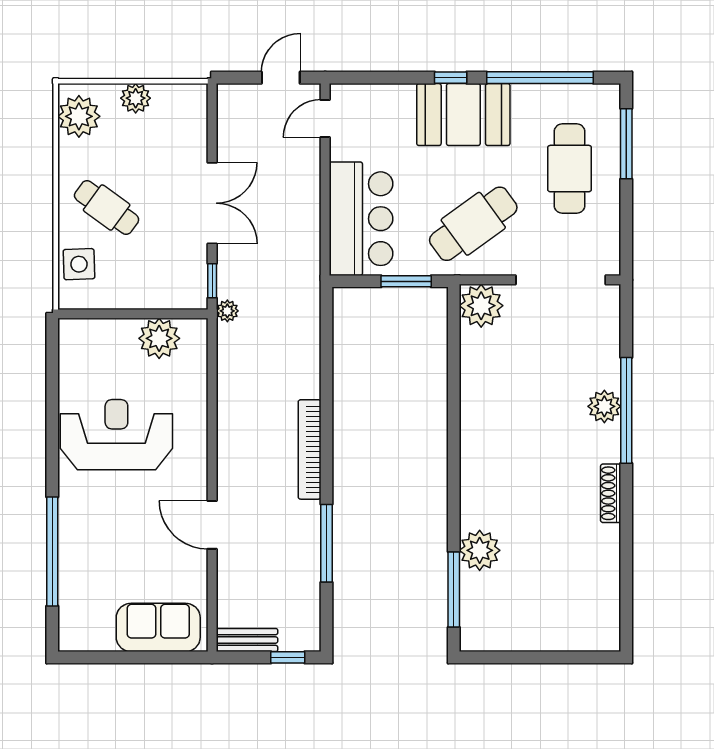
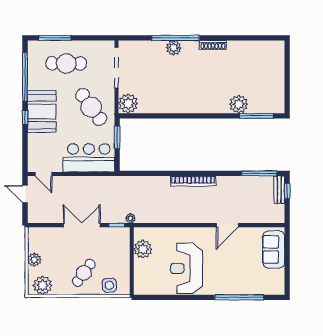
window: (327, 543) -> (259, 173), moved
bench: (247, 640) -> (279, 190), moved

